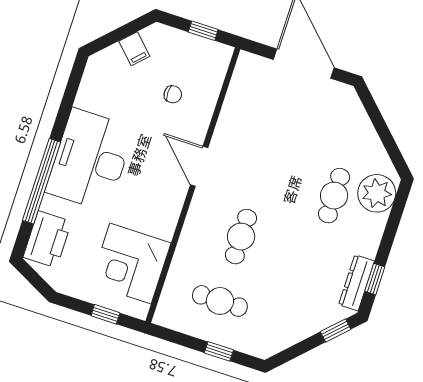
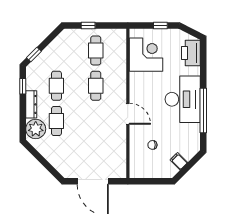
window: (203, 31) -> (148, 181), removed
window: (41, 181) -> (203, 110), moved
cafe table: (313, 260) -> (56, 86), added
dresser: (356, 283) -> (31, 104), moved
cafe table: (220, 301) -> (96, 50), turned 90
window: (105, 314) -> (160, 25), moved

